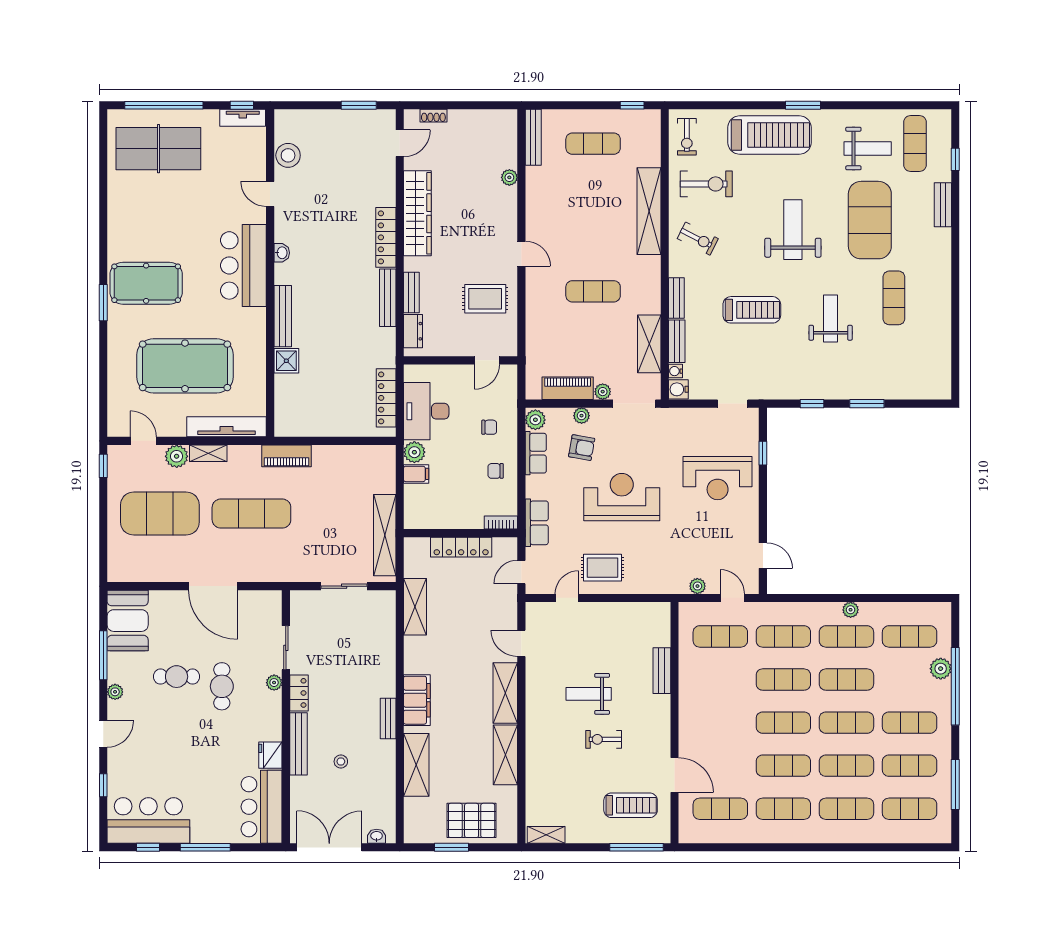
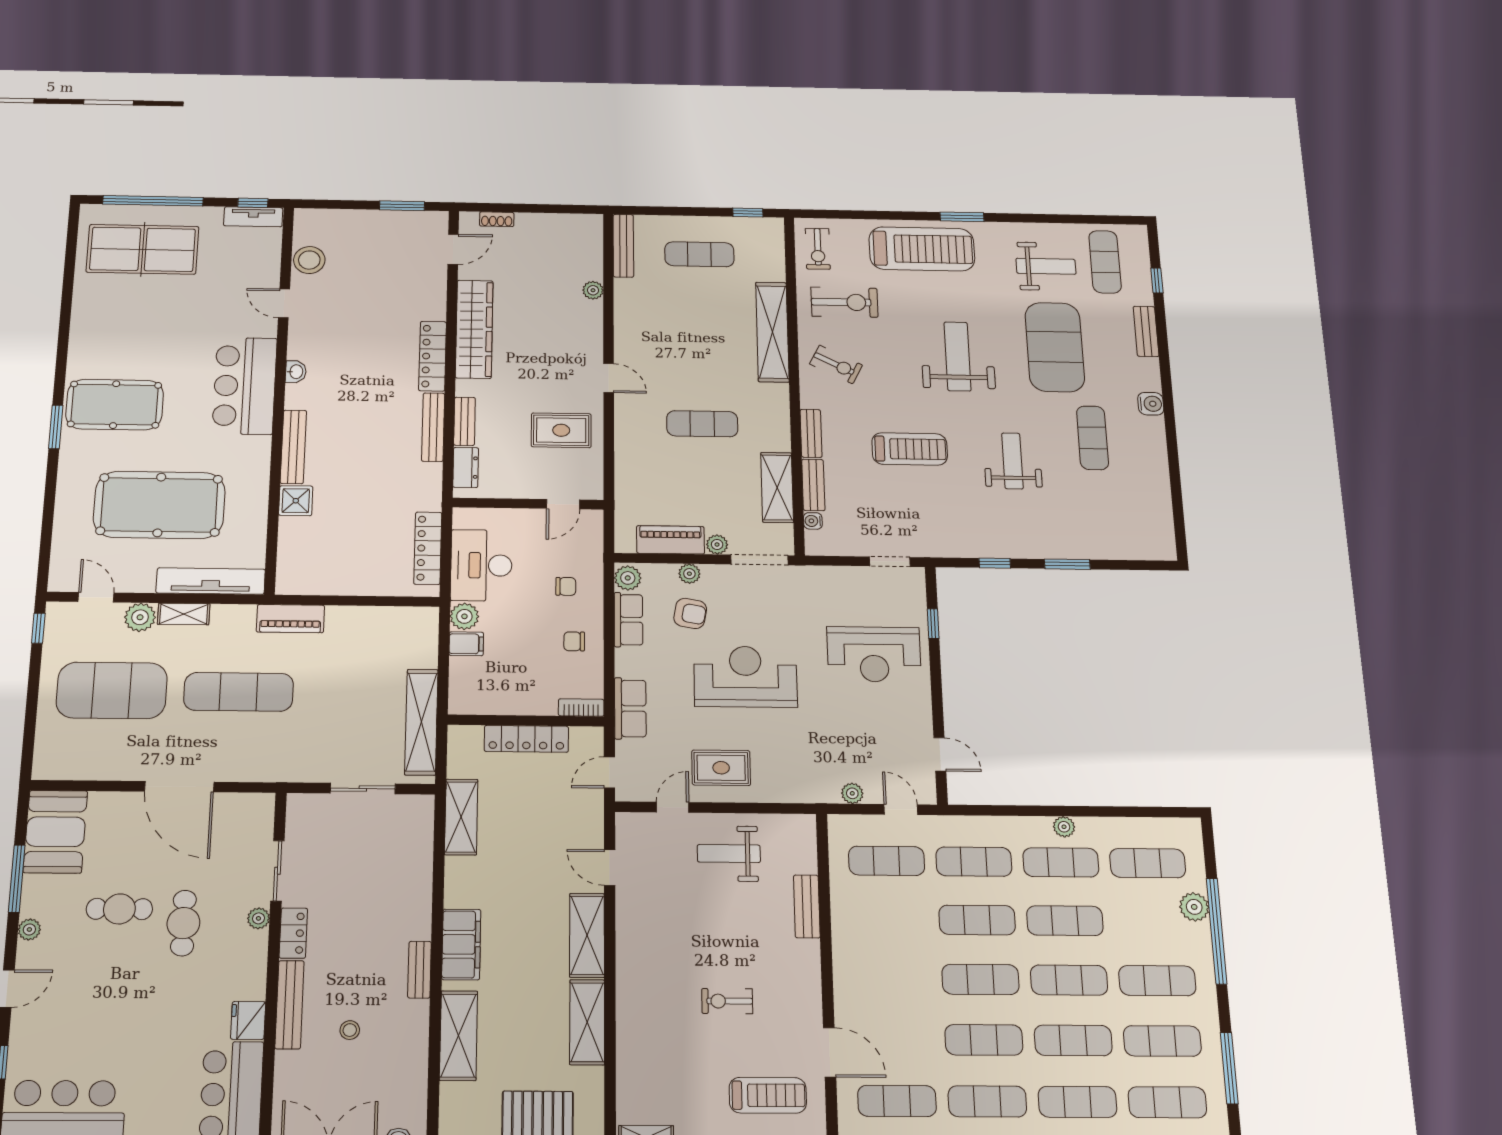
water cooler: (678, 389) -> (1151, 404), moved, turned 180
weight bench: (589, 694) -> (729, 854), moved

